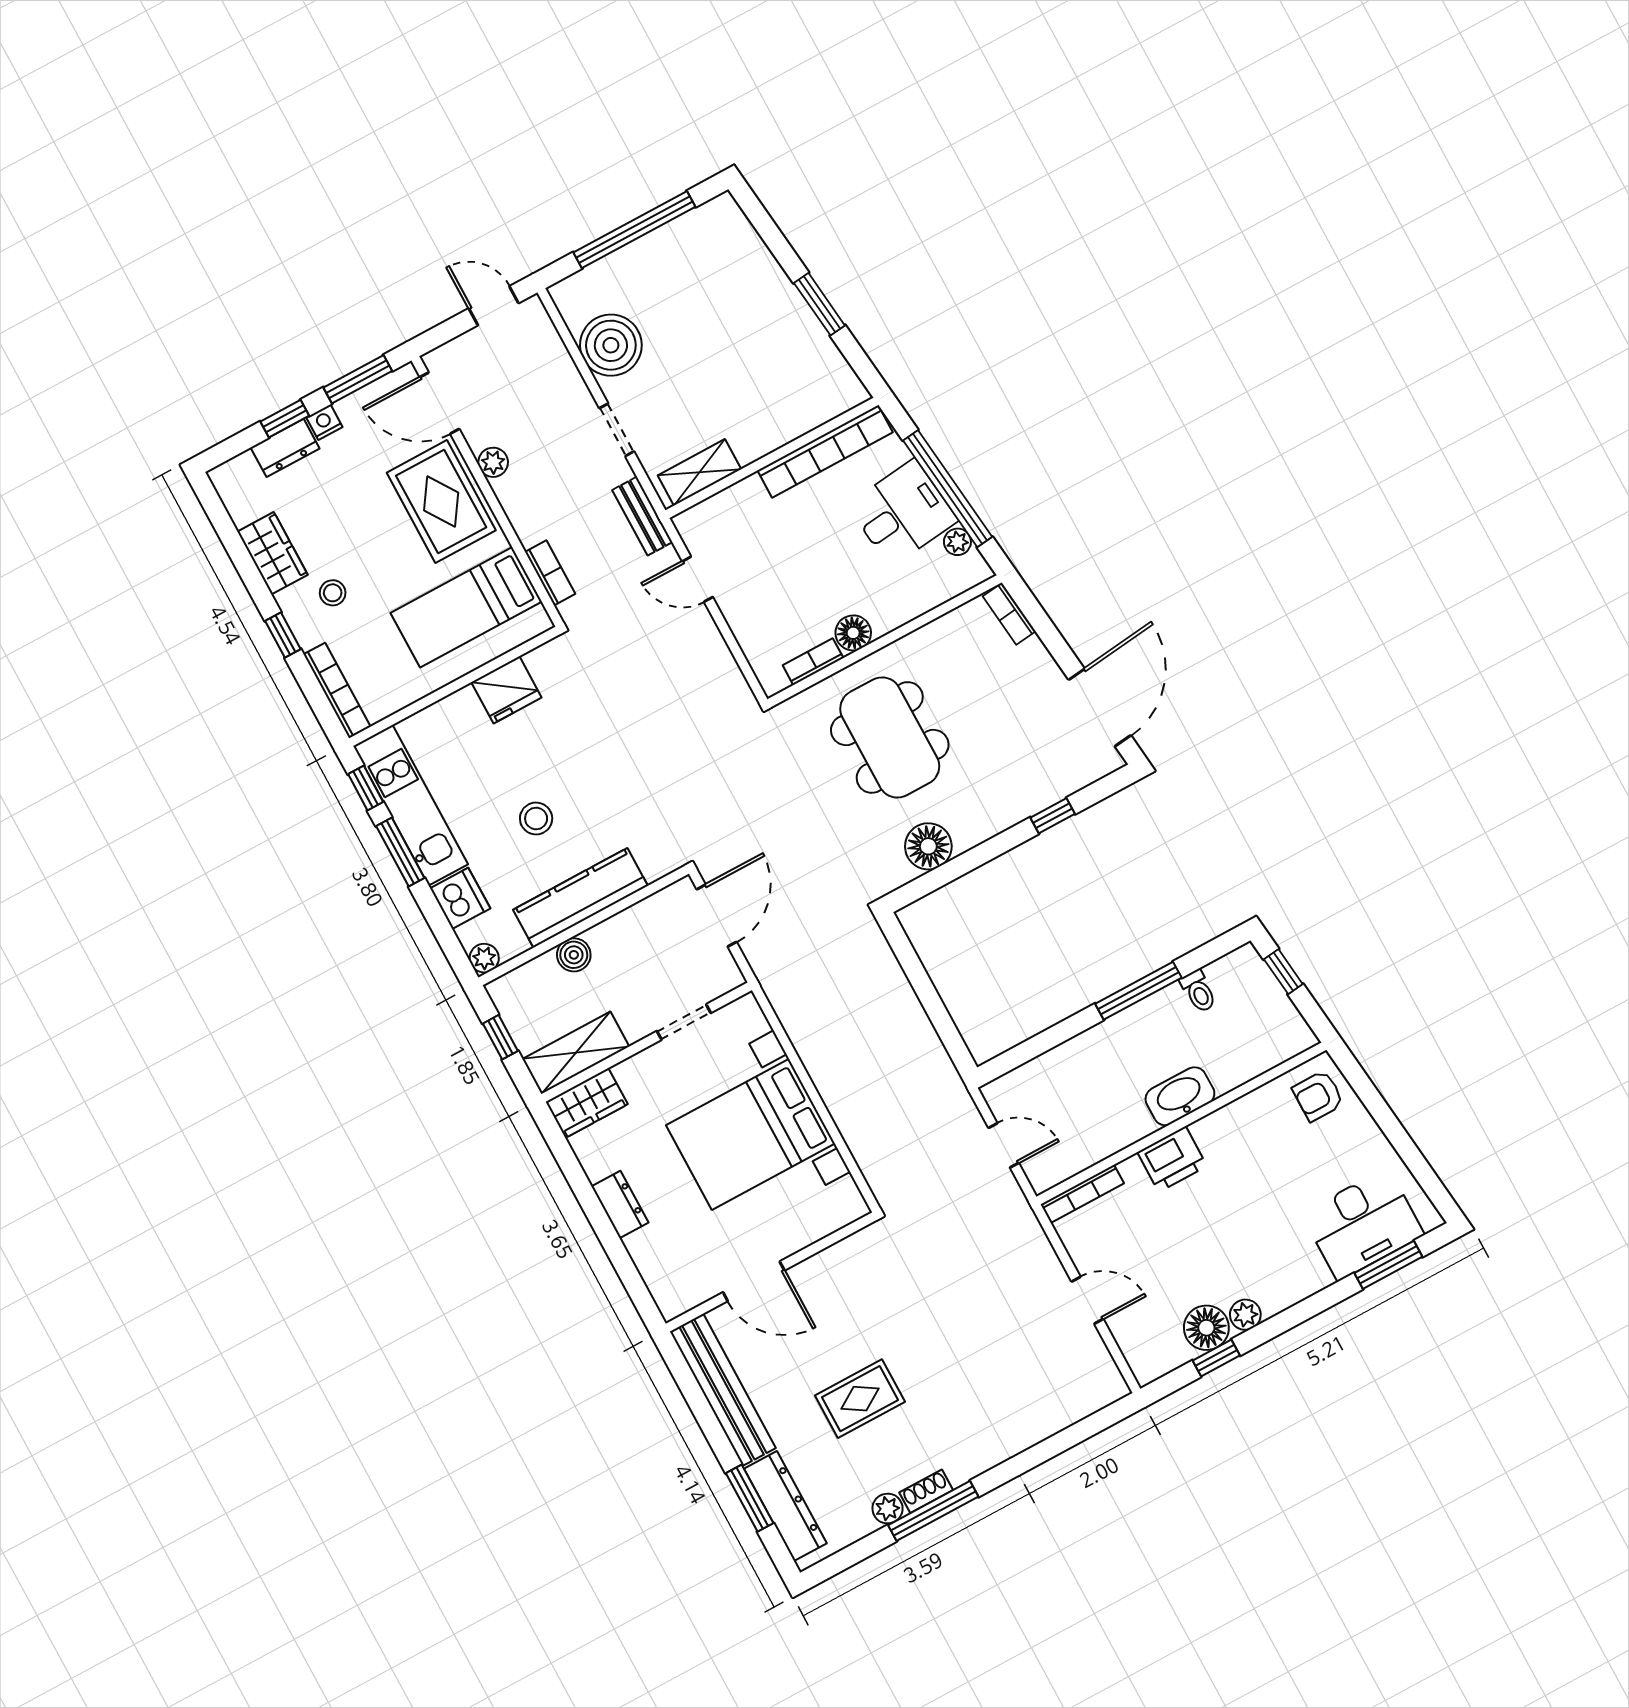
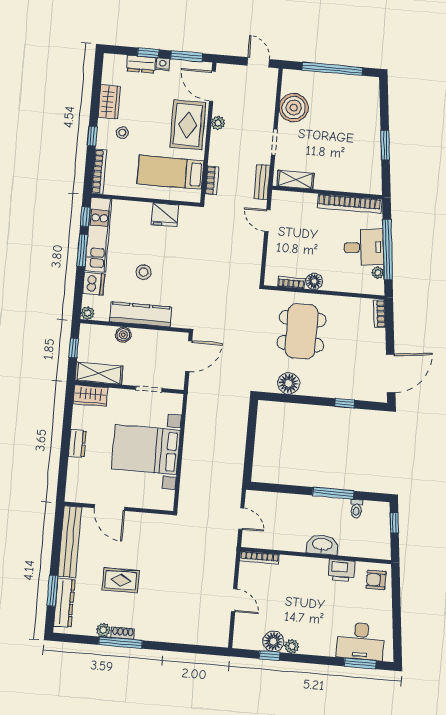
printer: (1172, 1159) -> (342, 571), moved

